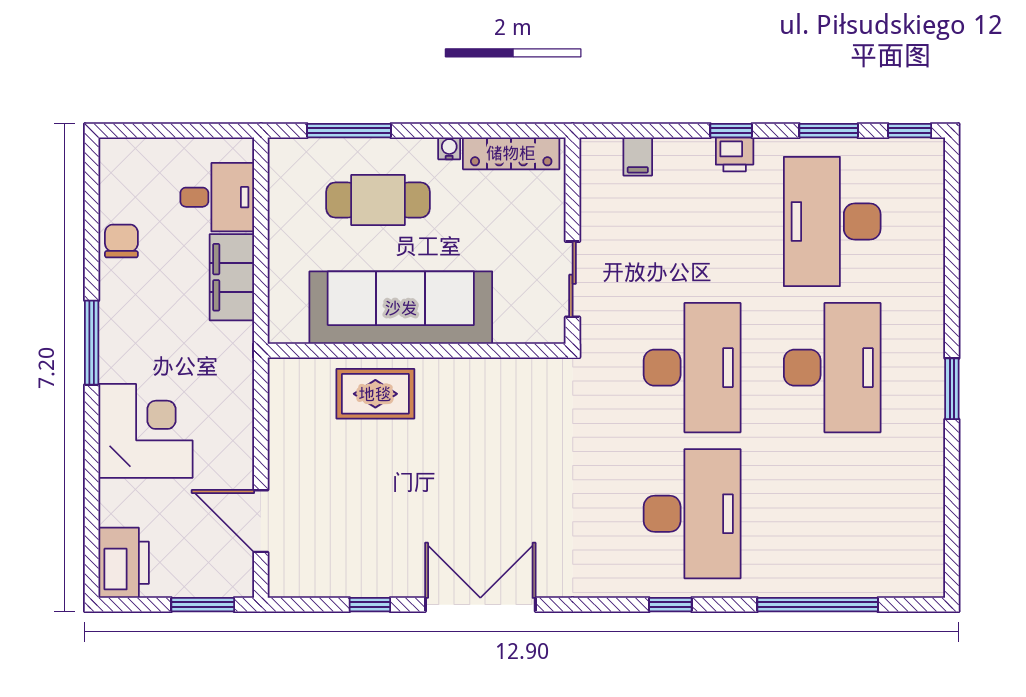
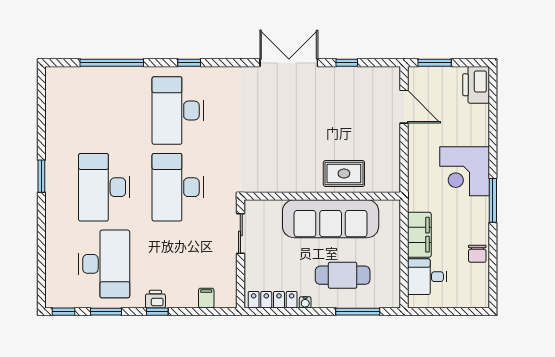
corner desk: (145, 431) -> (465, 171), moved
double door: (480, 605) -> (289, 63), swing flipped

